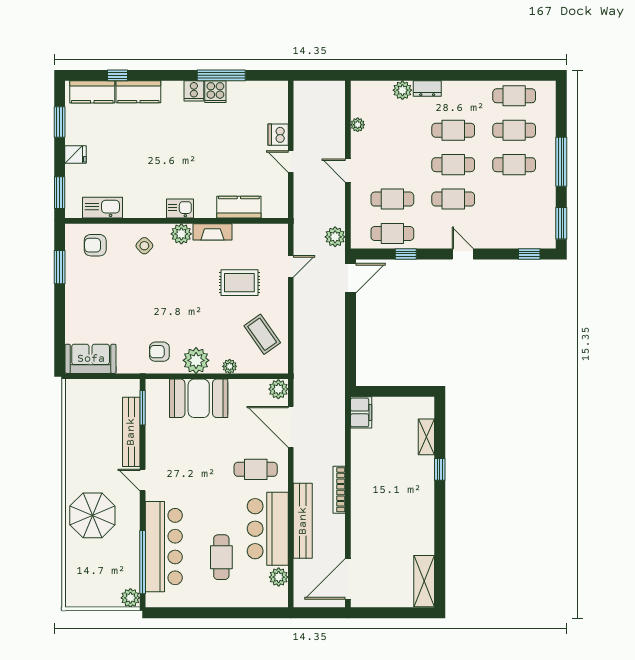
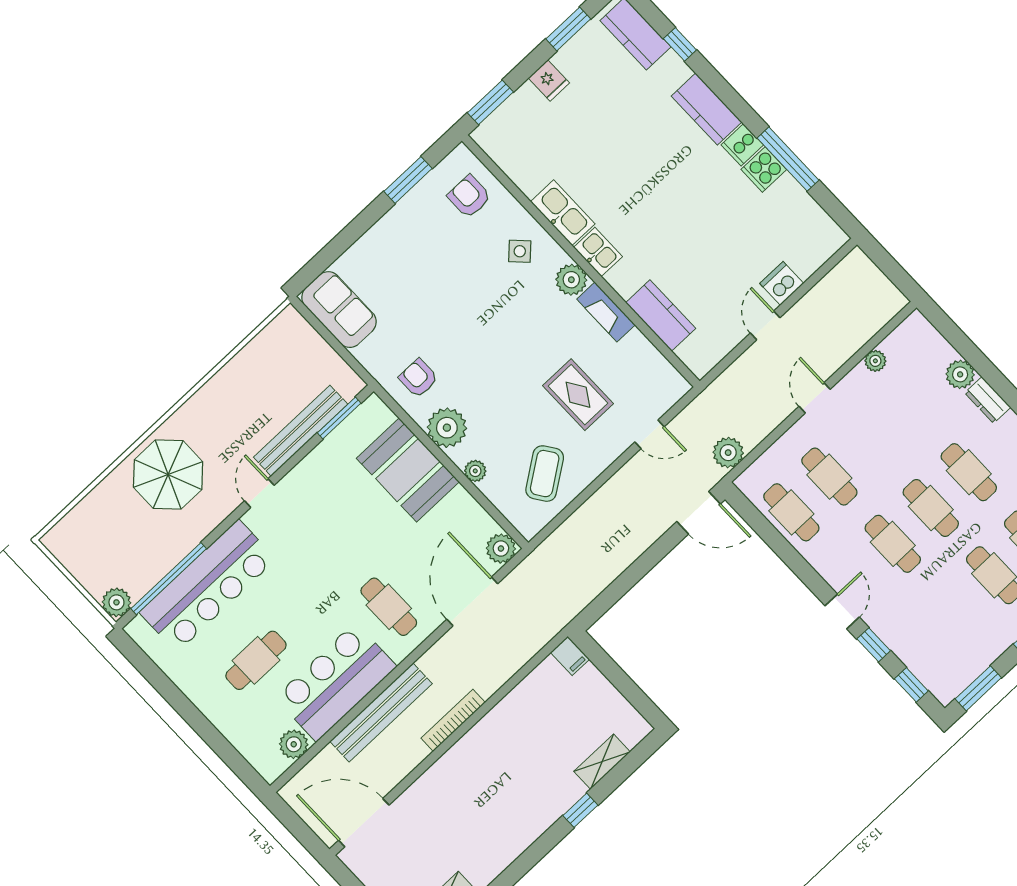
kitchen counter: (138, 92) -> (707, 109), moved
kitchen sink: (103, 208) -> (563, 213), moved
window: (406, 254) -> (874, 645), moved
filing cabinet: (361, 412) -> (570, 656), width x0.50

